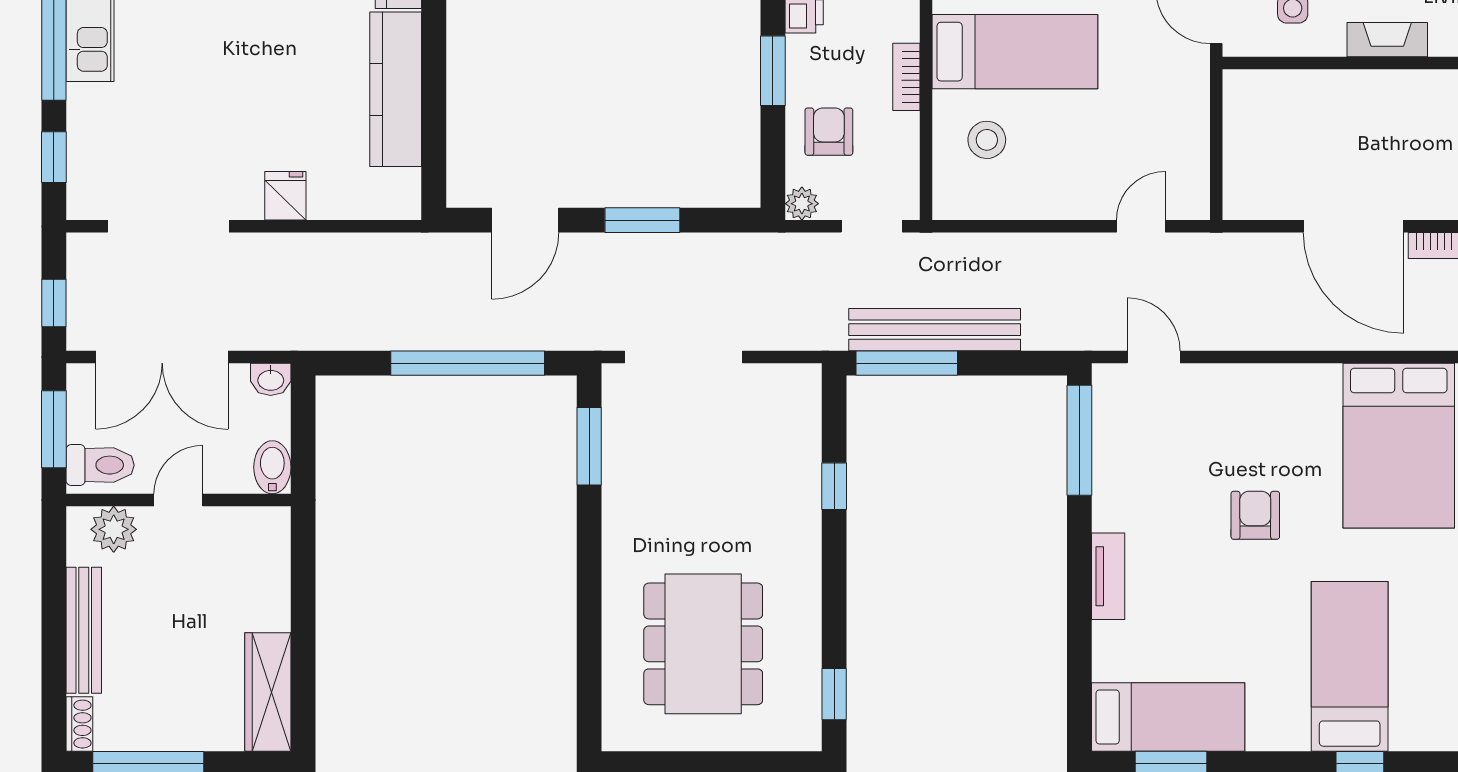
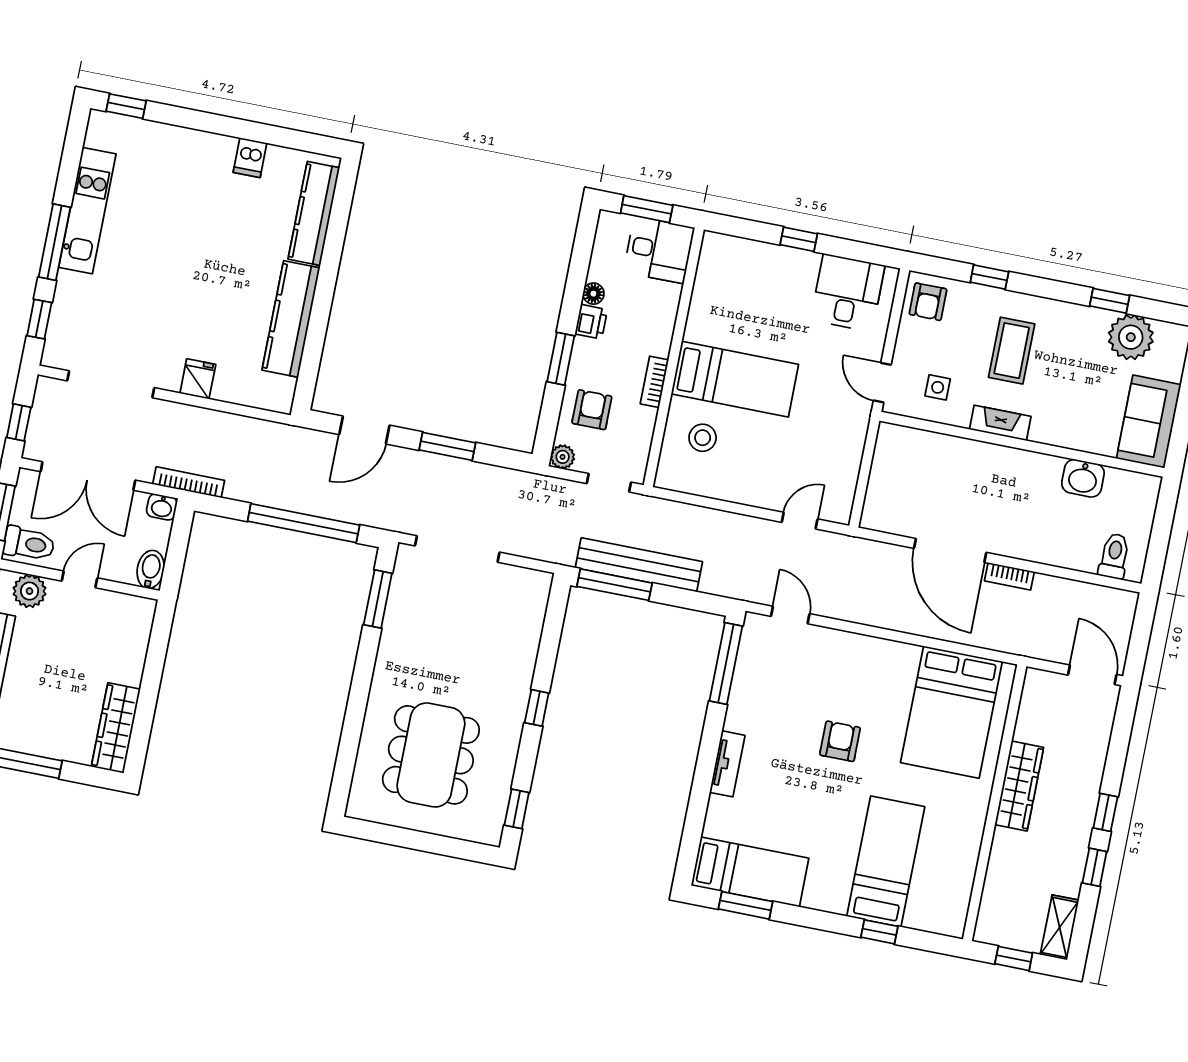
bookcase: (301, 339) -> (189, 482), added
window: (834, 486) -> (537, 708), moved

